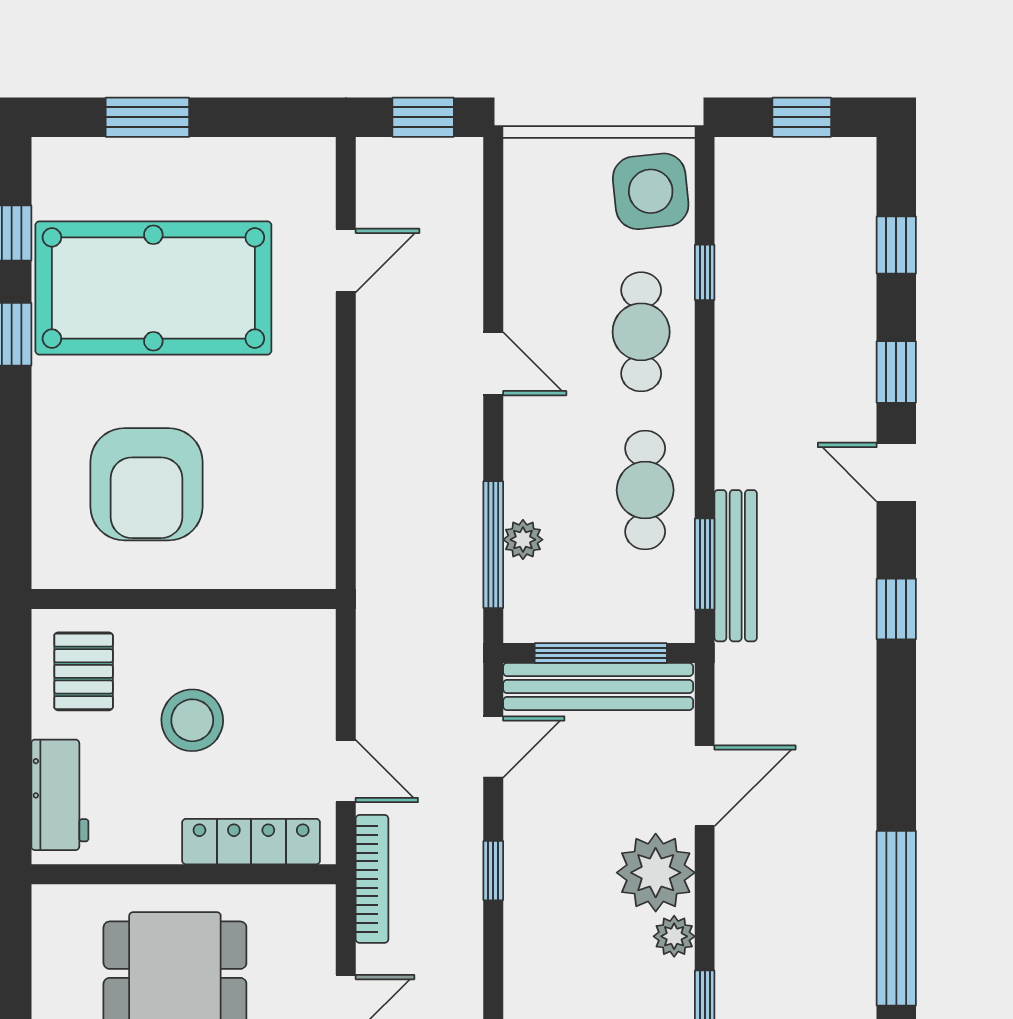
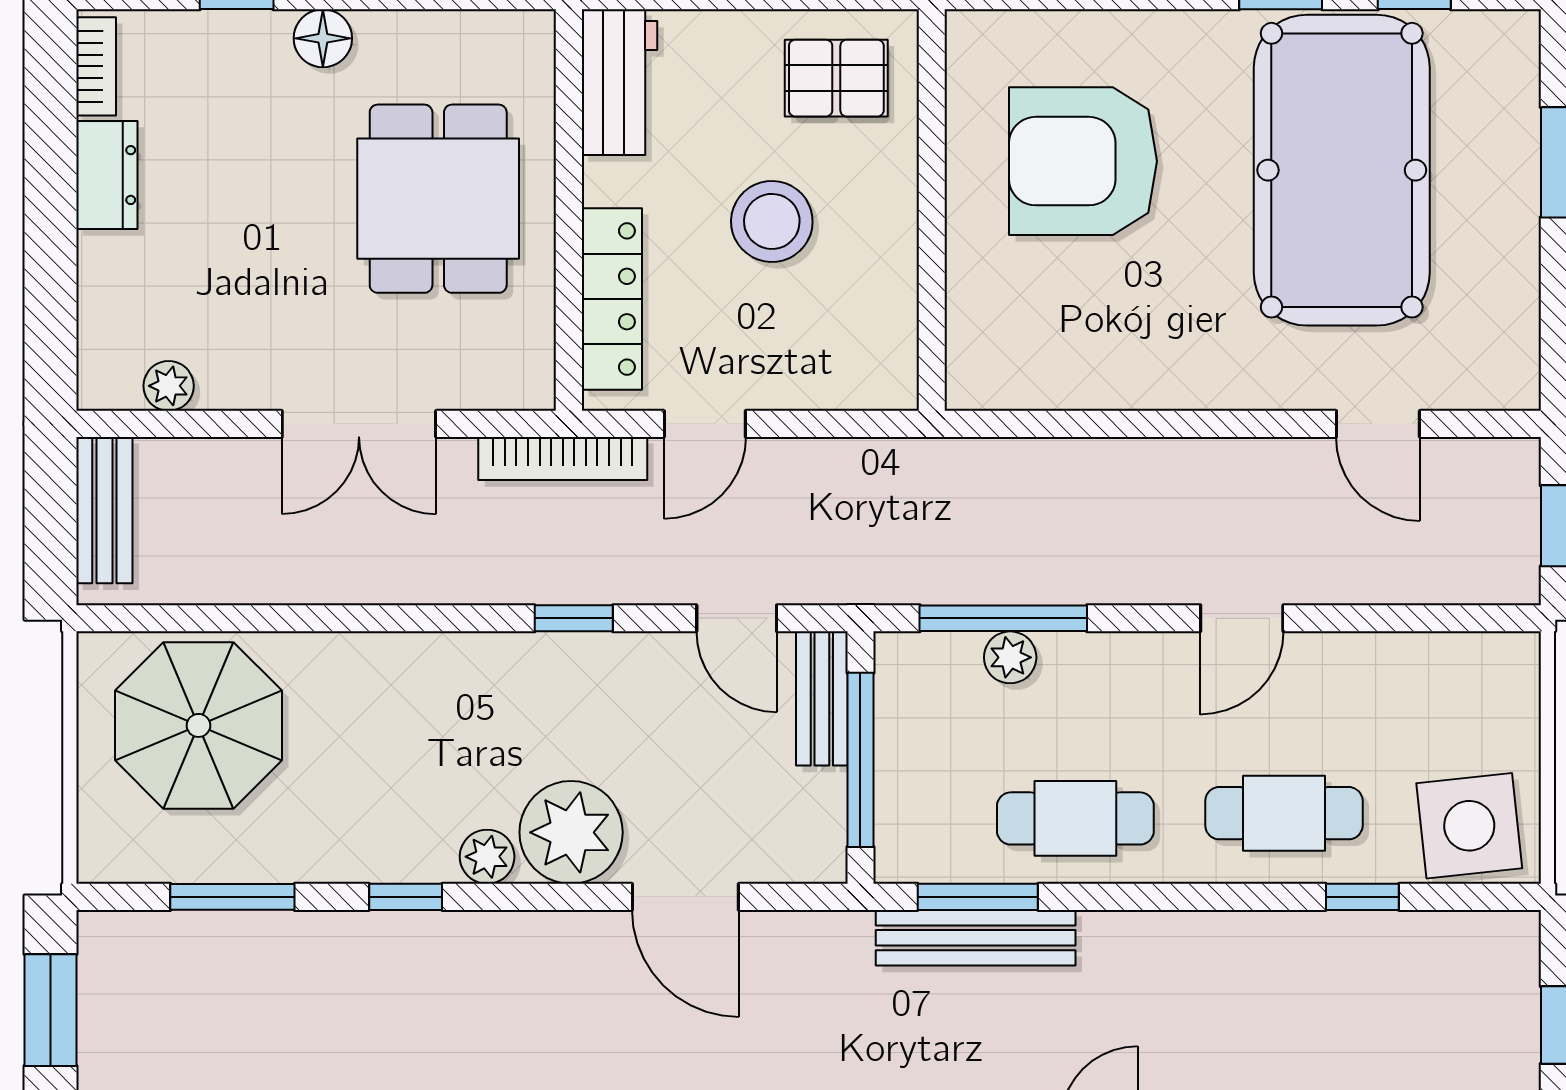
bench: (598, 687) -> (822, 698), width x0.54, depth x0.82
workbench: (60, 795) -> (620, 82), moved, turned -90

